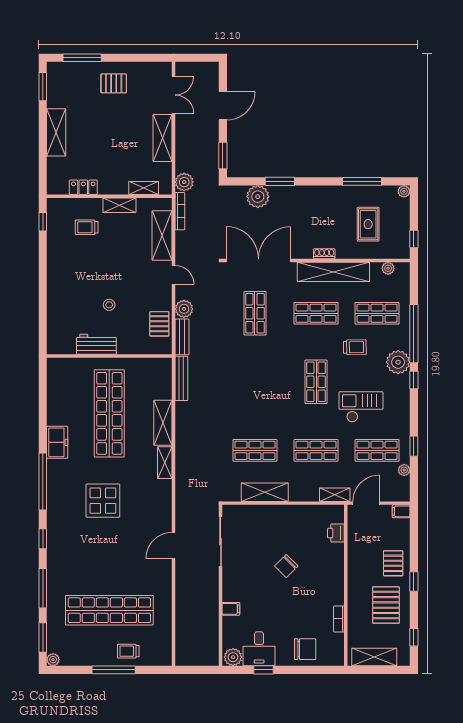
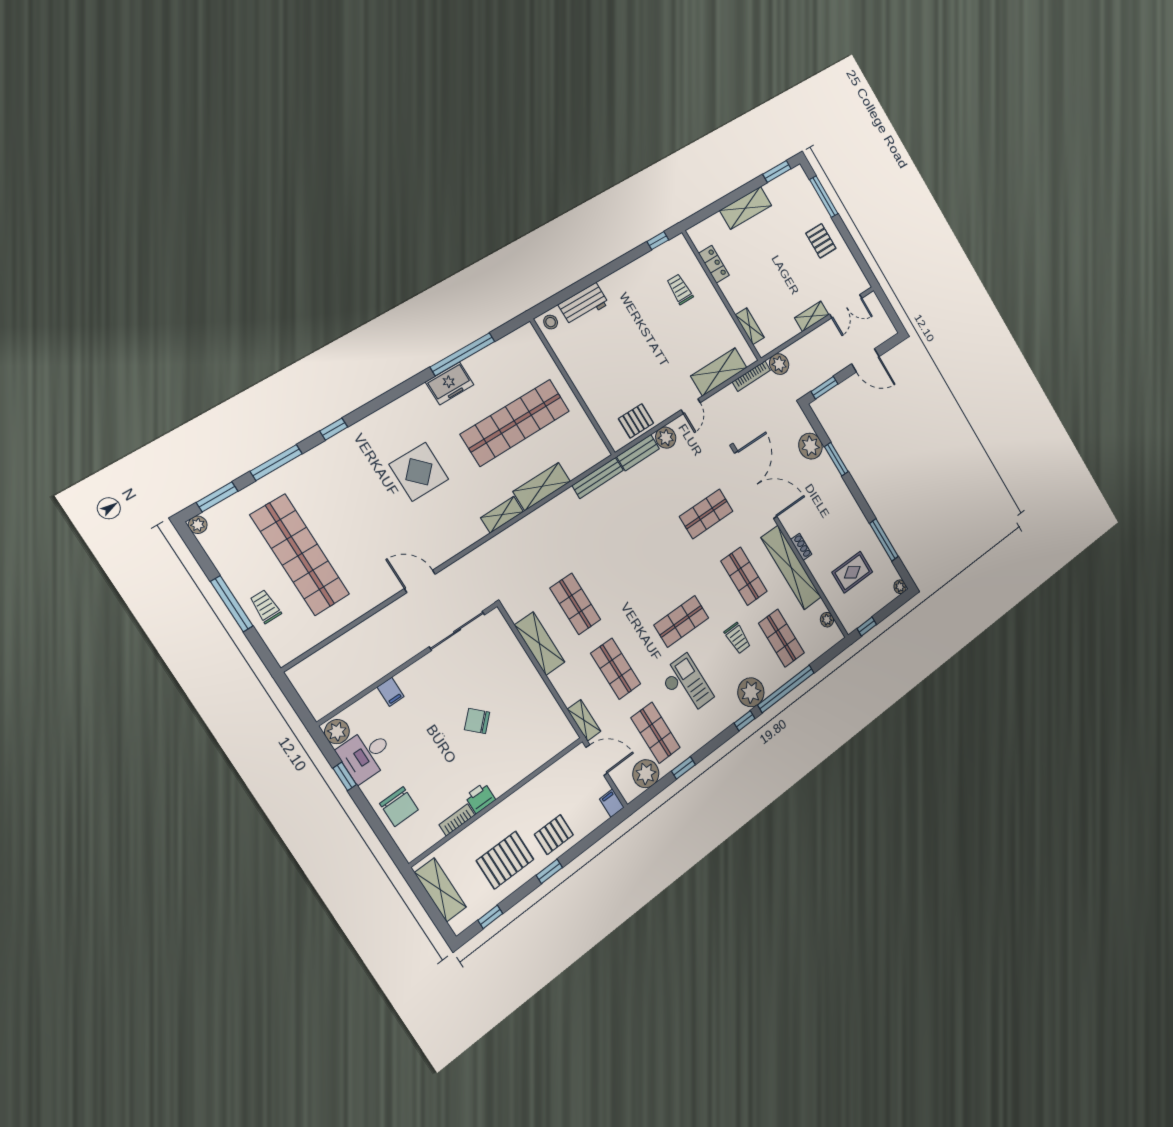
shelving: (163, 138) -> (812, 316), width x0.67, depth x0.75
shelving: (119, 205) -> (720, 311), removed
stool: (109, 305) -> (551, 322), moved
workbench: (96, 344) -> (584, 304), moved, turned 90
plant: (404, 470) -> (646, 774), width x1.87, depth x1.87
window: (43, 481) -> (462, 354), moved
printer: (336, 533) -> (480, 798), moved

